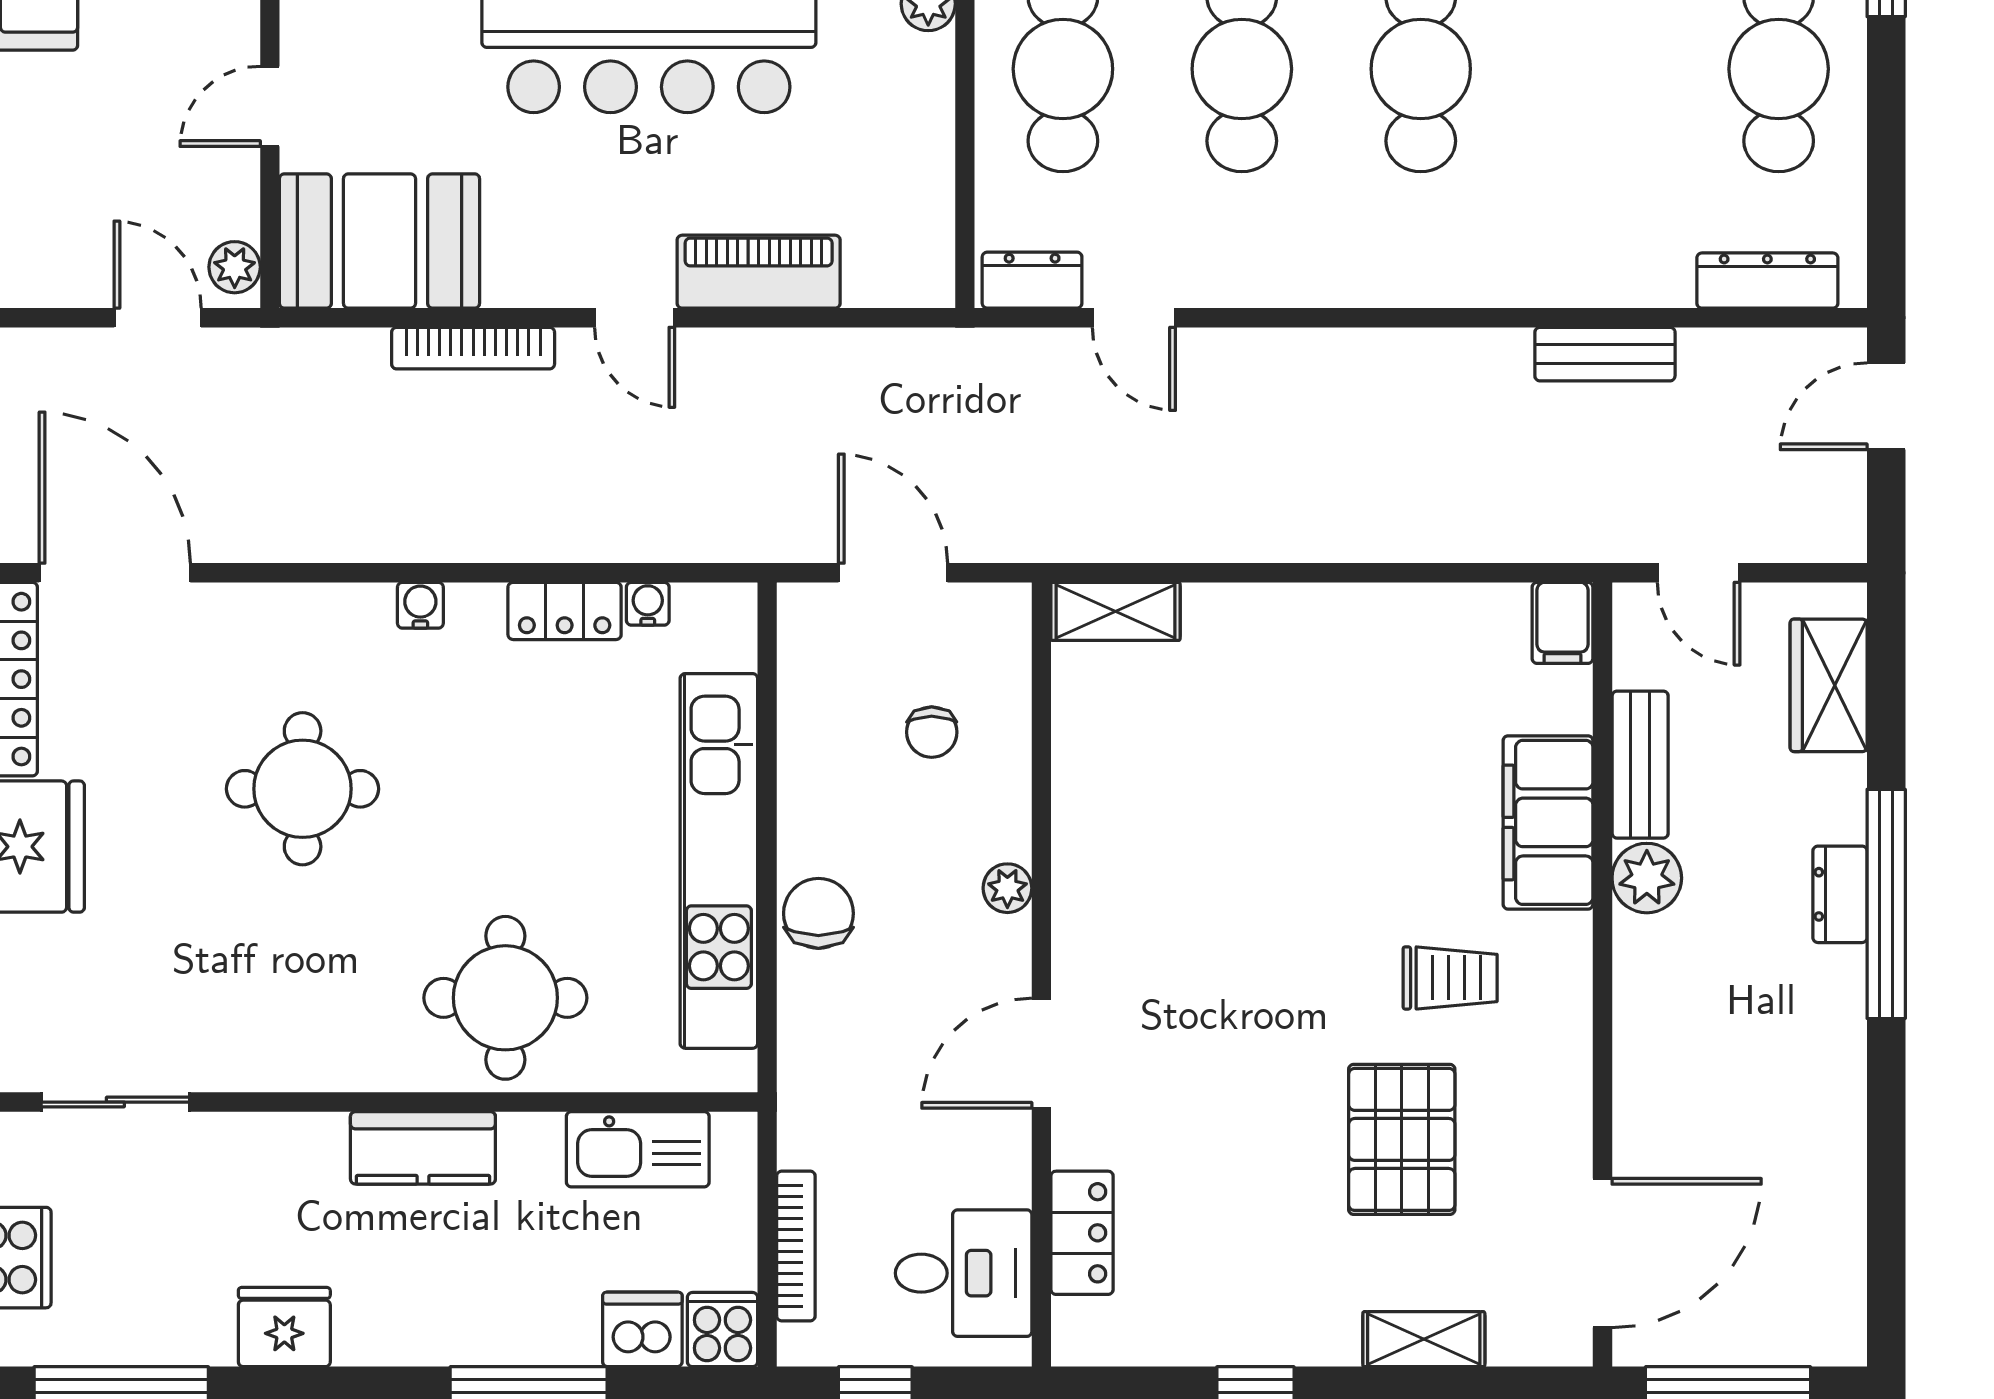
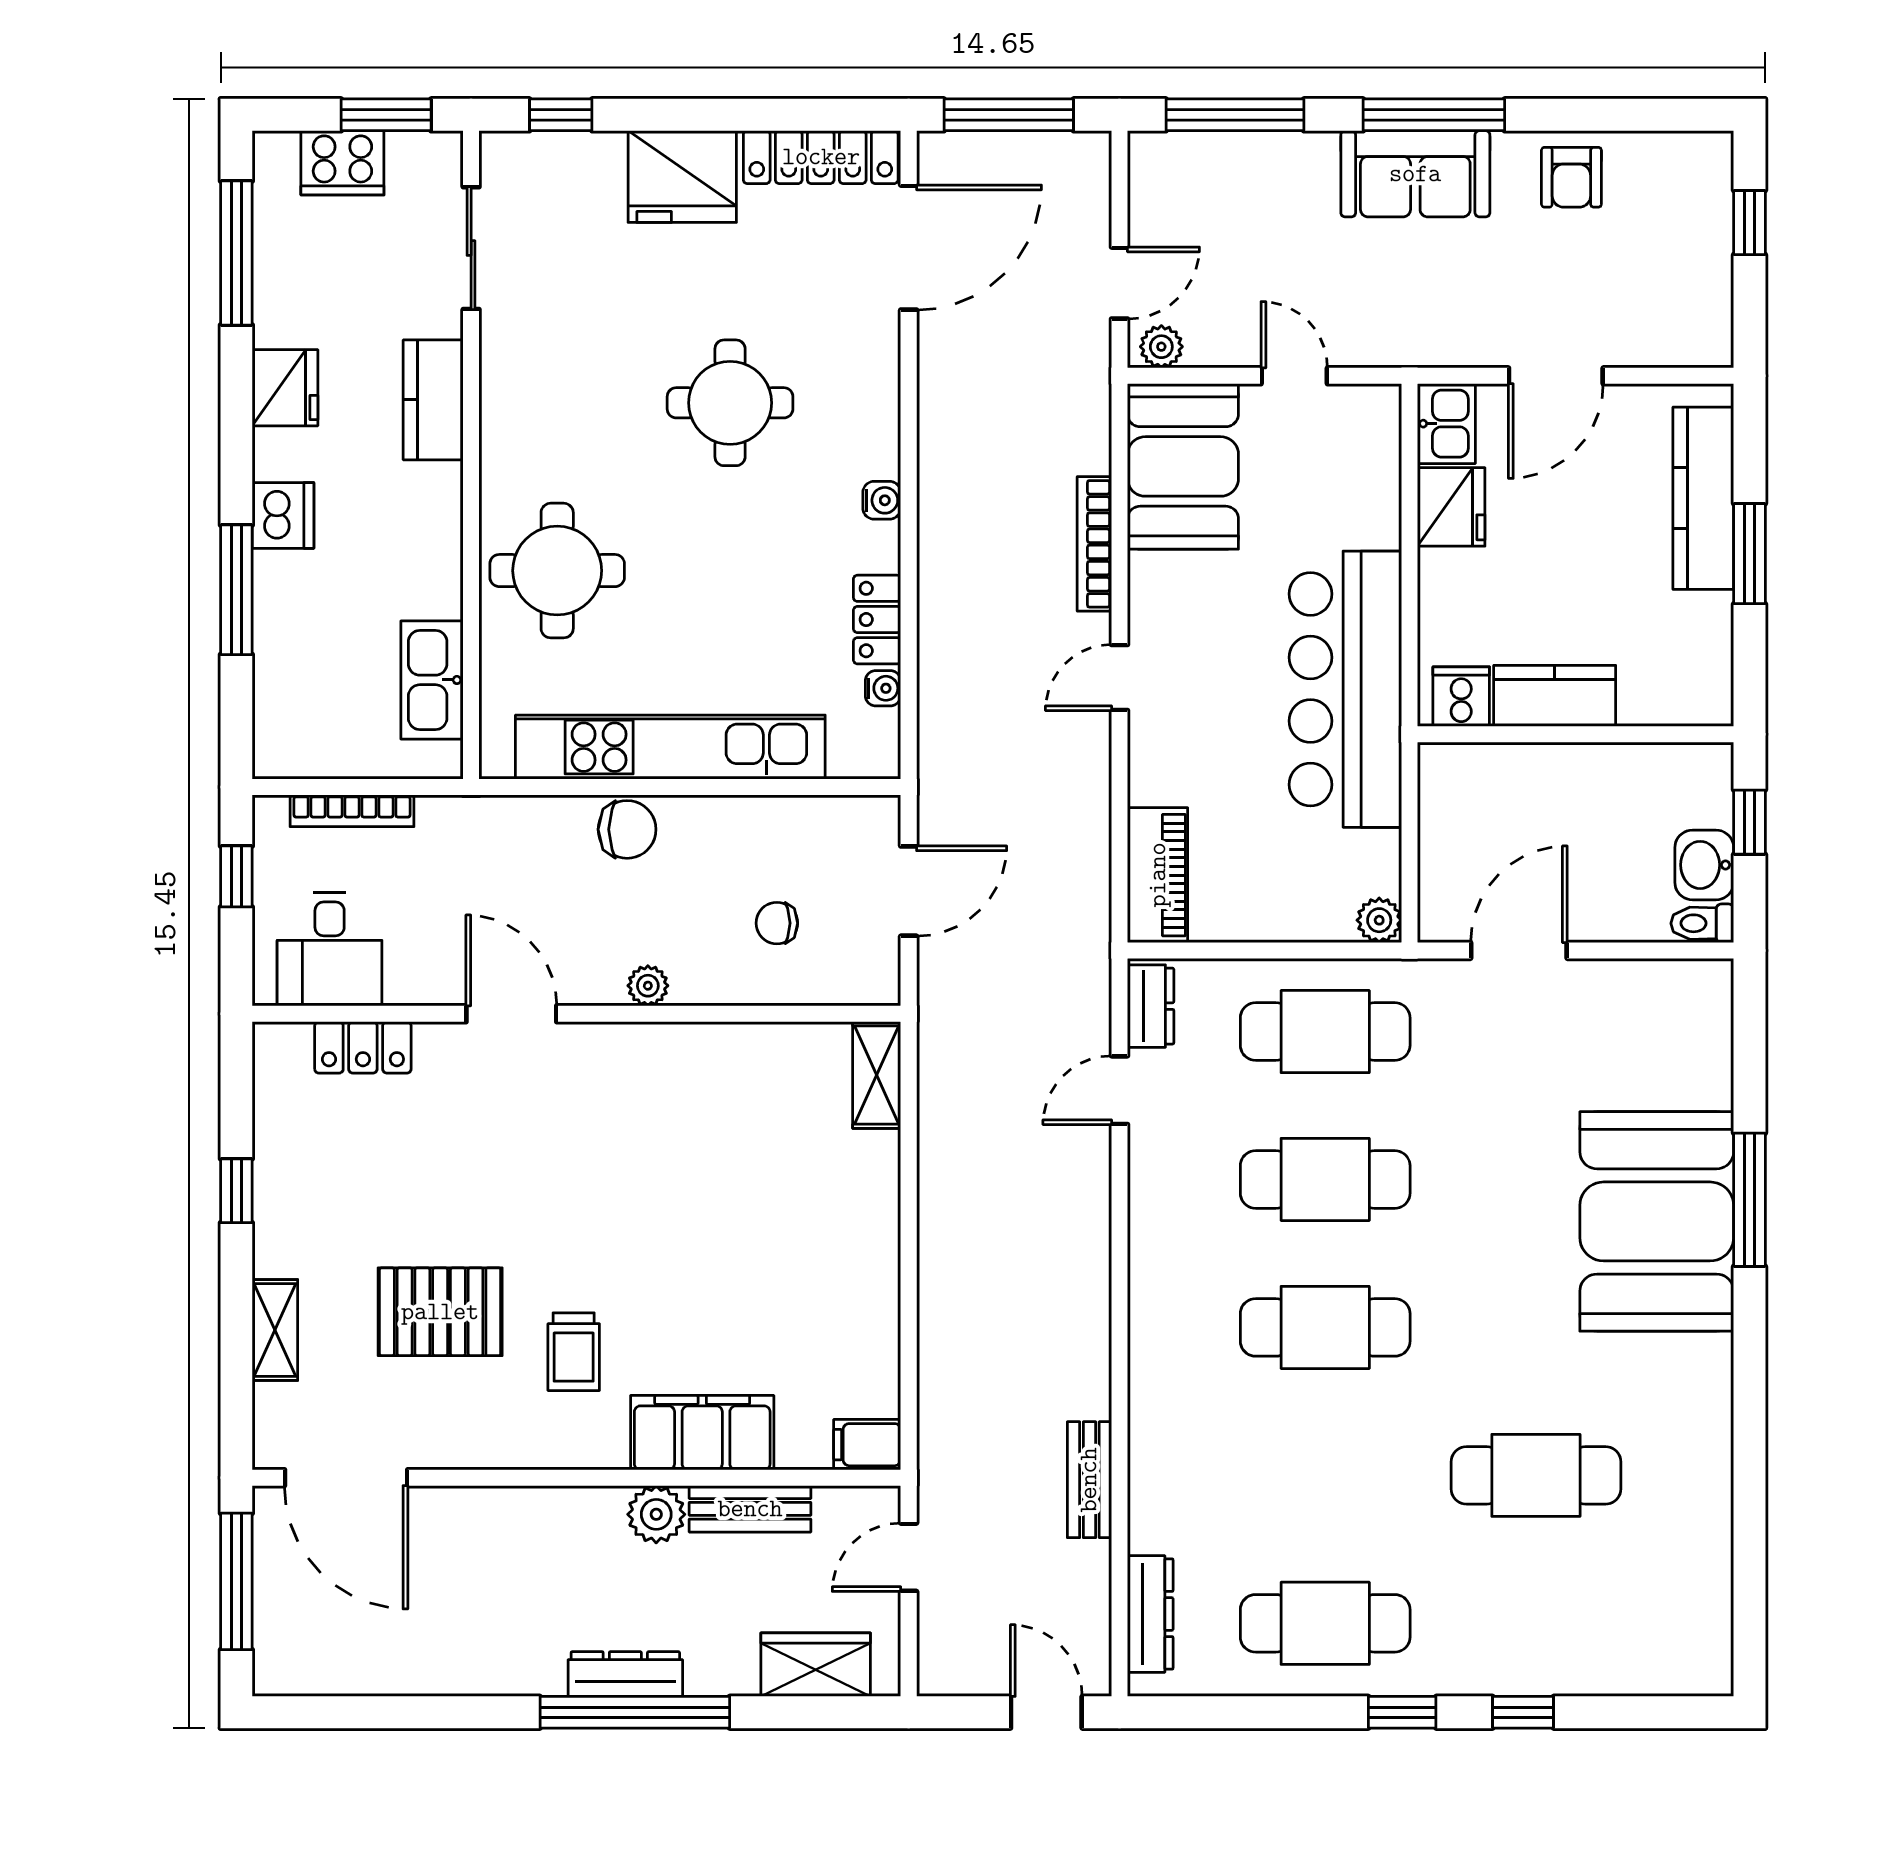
piano: (759, 272) -> (1158, 875), moved
dresser: (1840, 894) -> (625, 1674), width x1.44
kitchen counter: (423, 1148) -> (433, 400), moved
dishwasher: (642, 1329) -> (283, 515), moved
cooker: (722, 1330) -> (283, 750), removed

